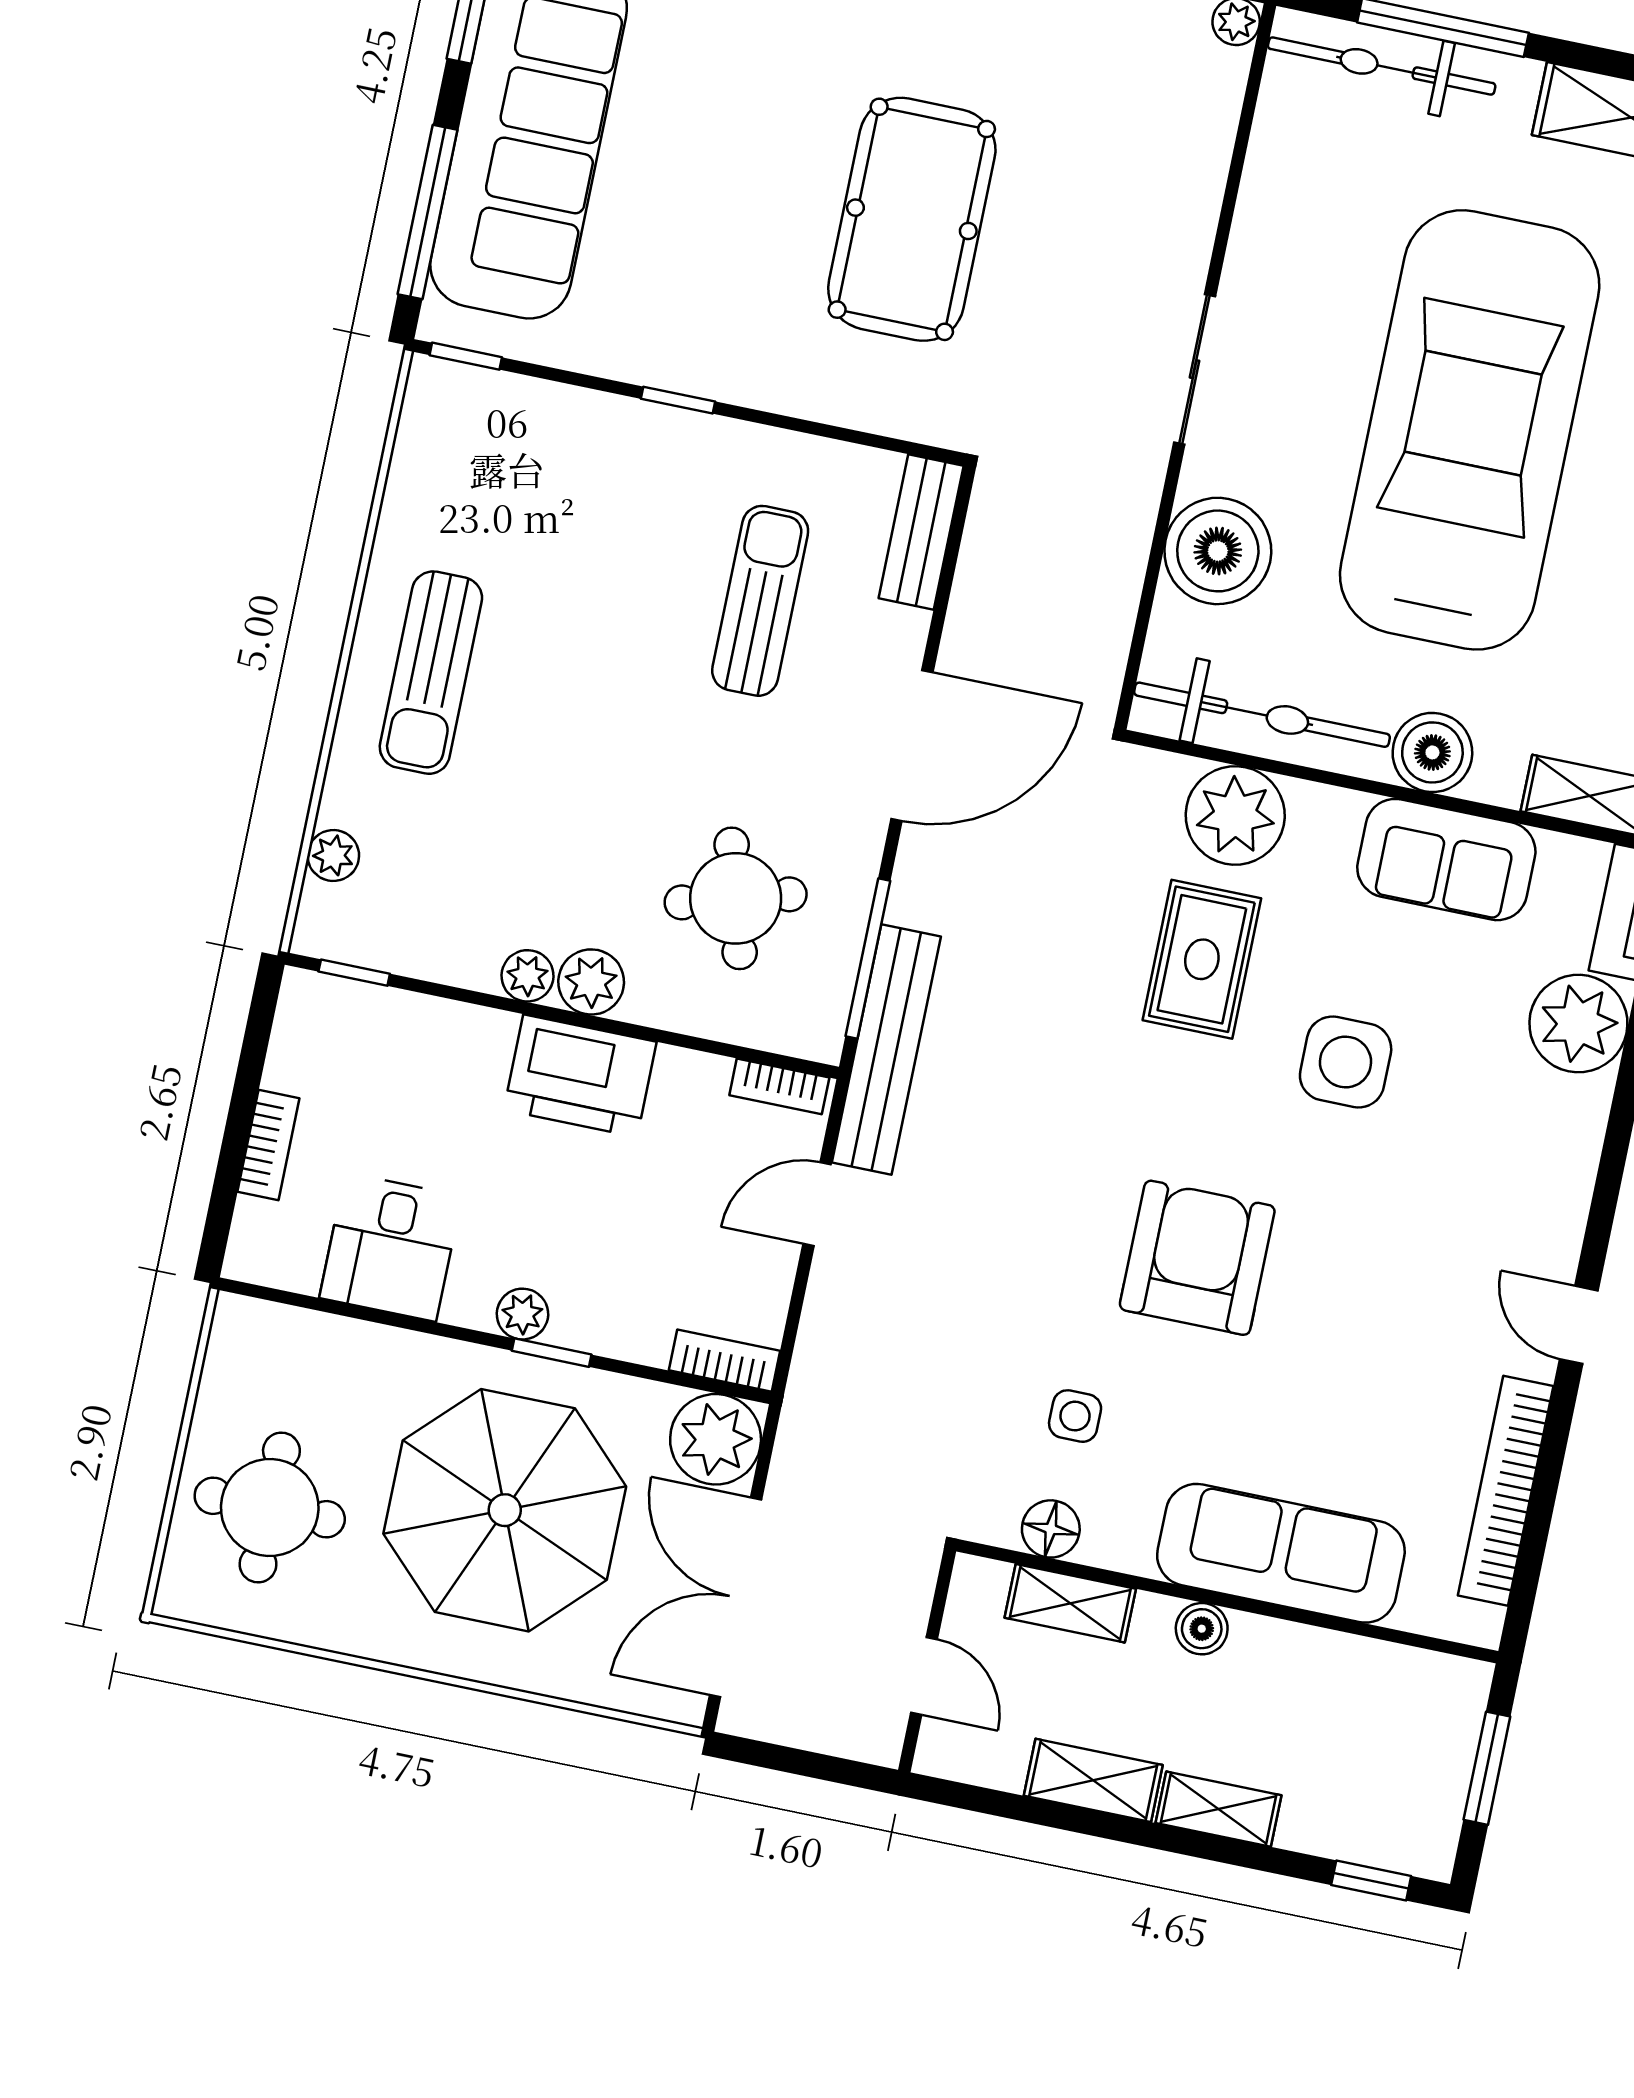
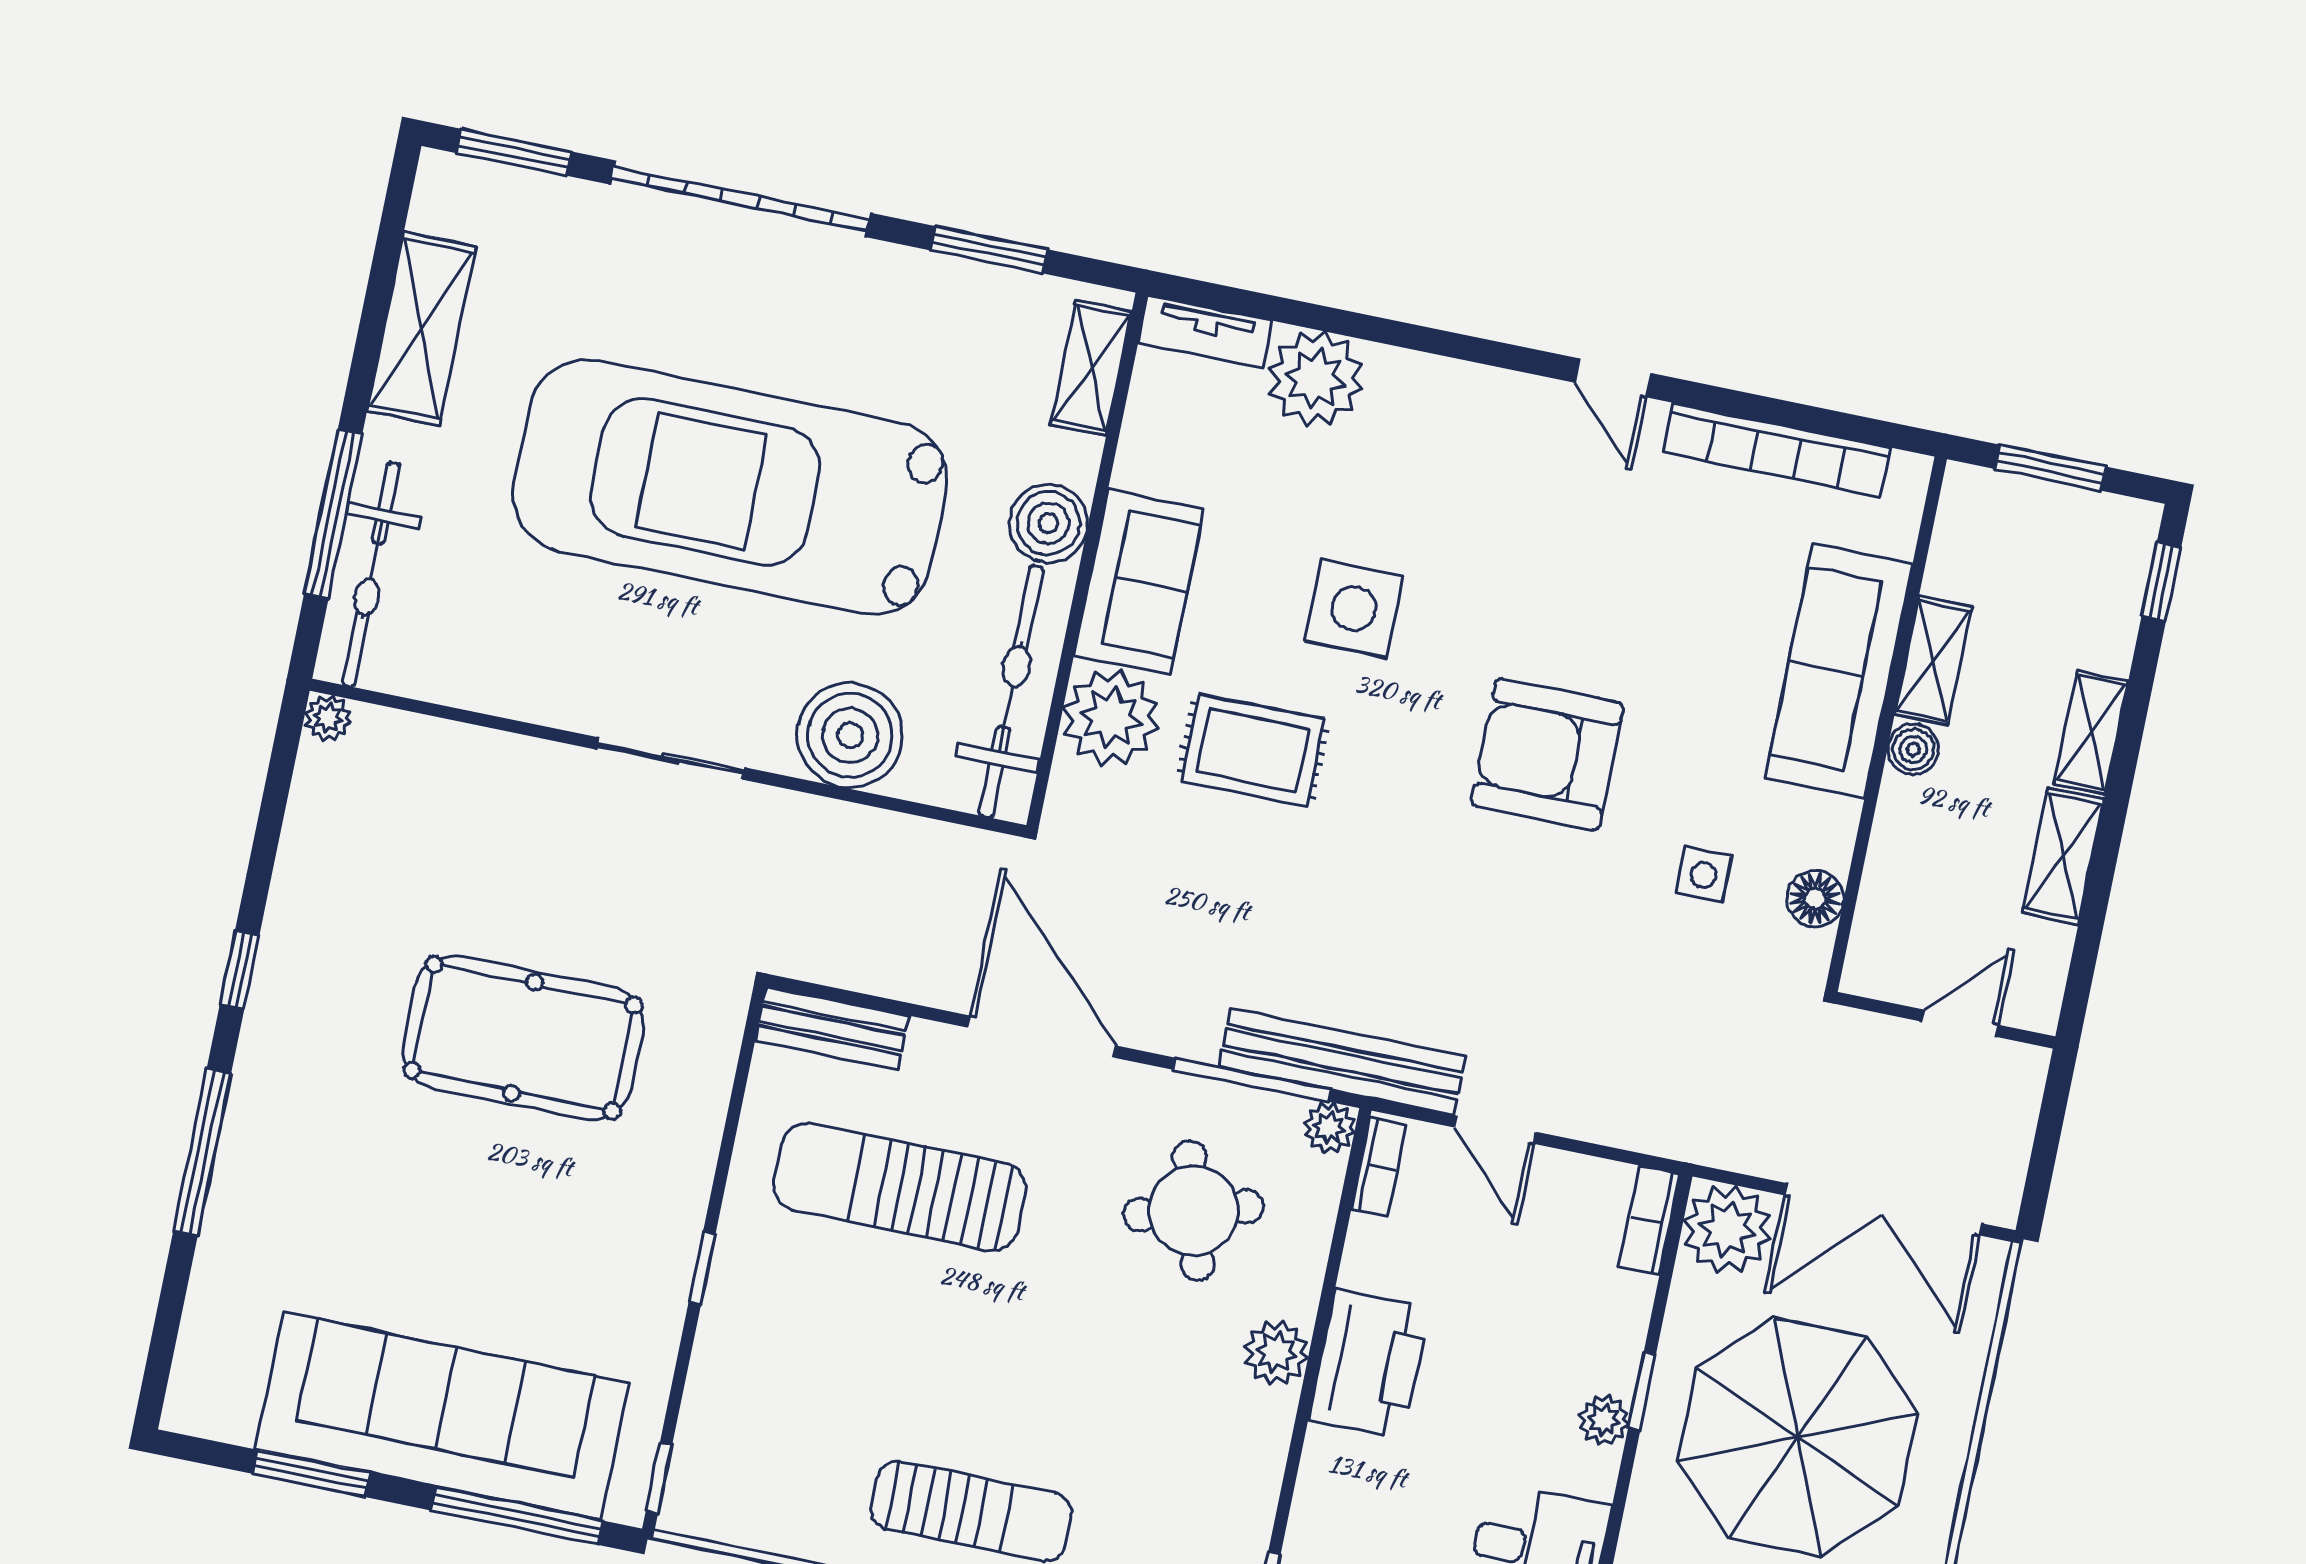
sun lounger: (760, 601) -> (900, 1187), width x1.36, depth x1.34
sofa: (1446, 860) -> (1139, 582), moved
plant: (528, 976) -> (1329, 1128), moved
door: (1579, 1325) -> (1613, 378), hinge flipped
shelving: (1070, 1603) -> (1933, 661), moved

